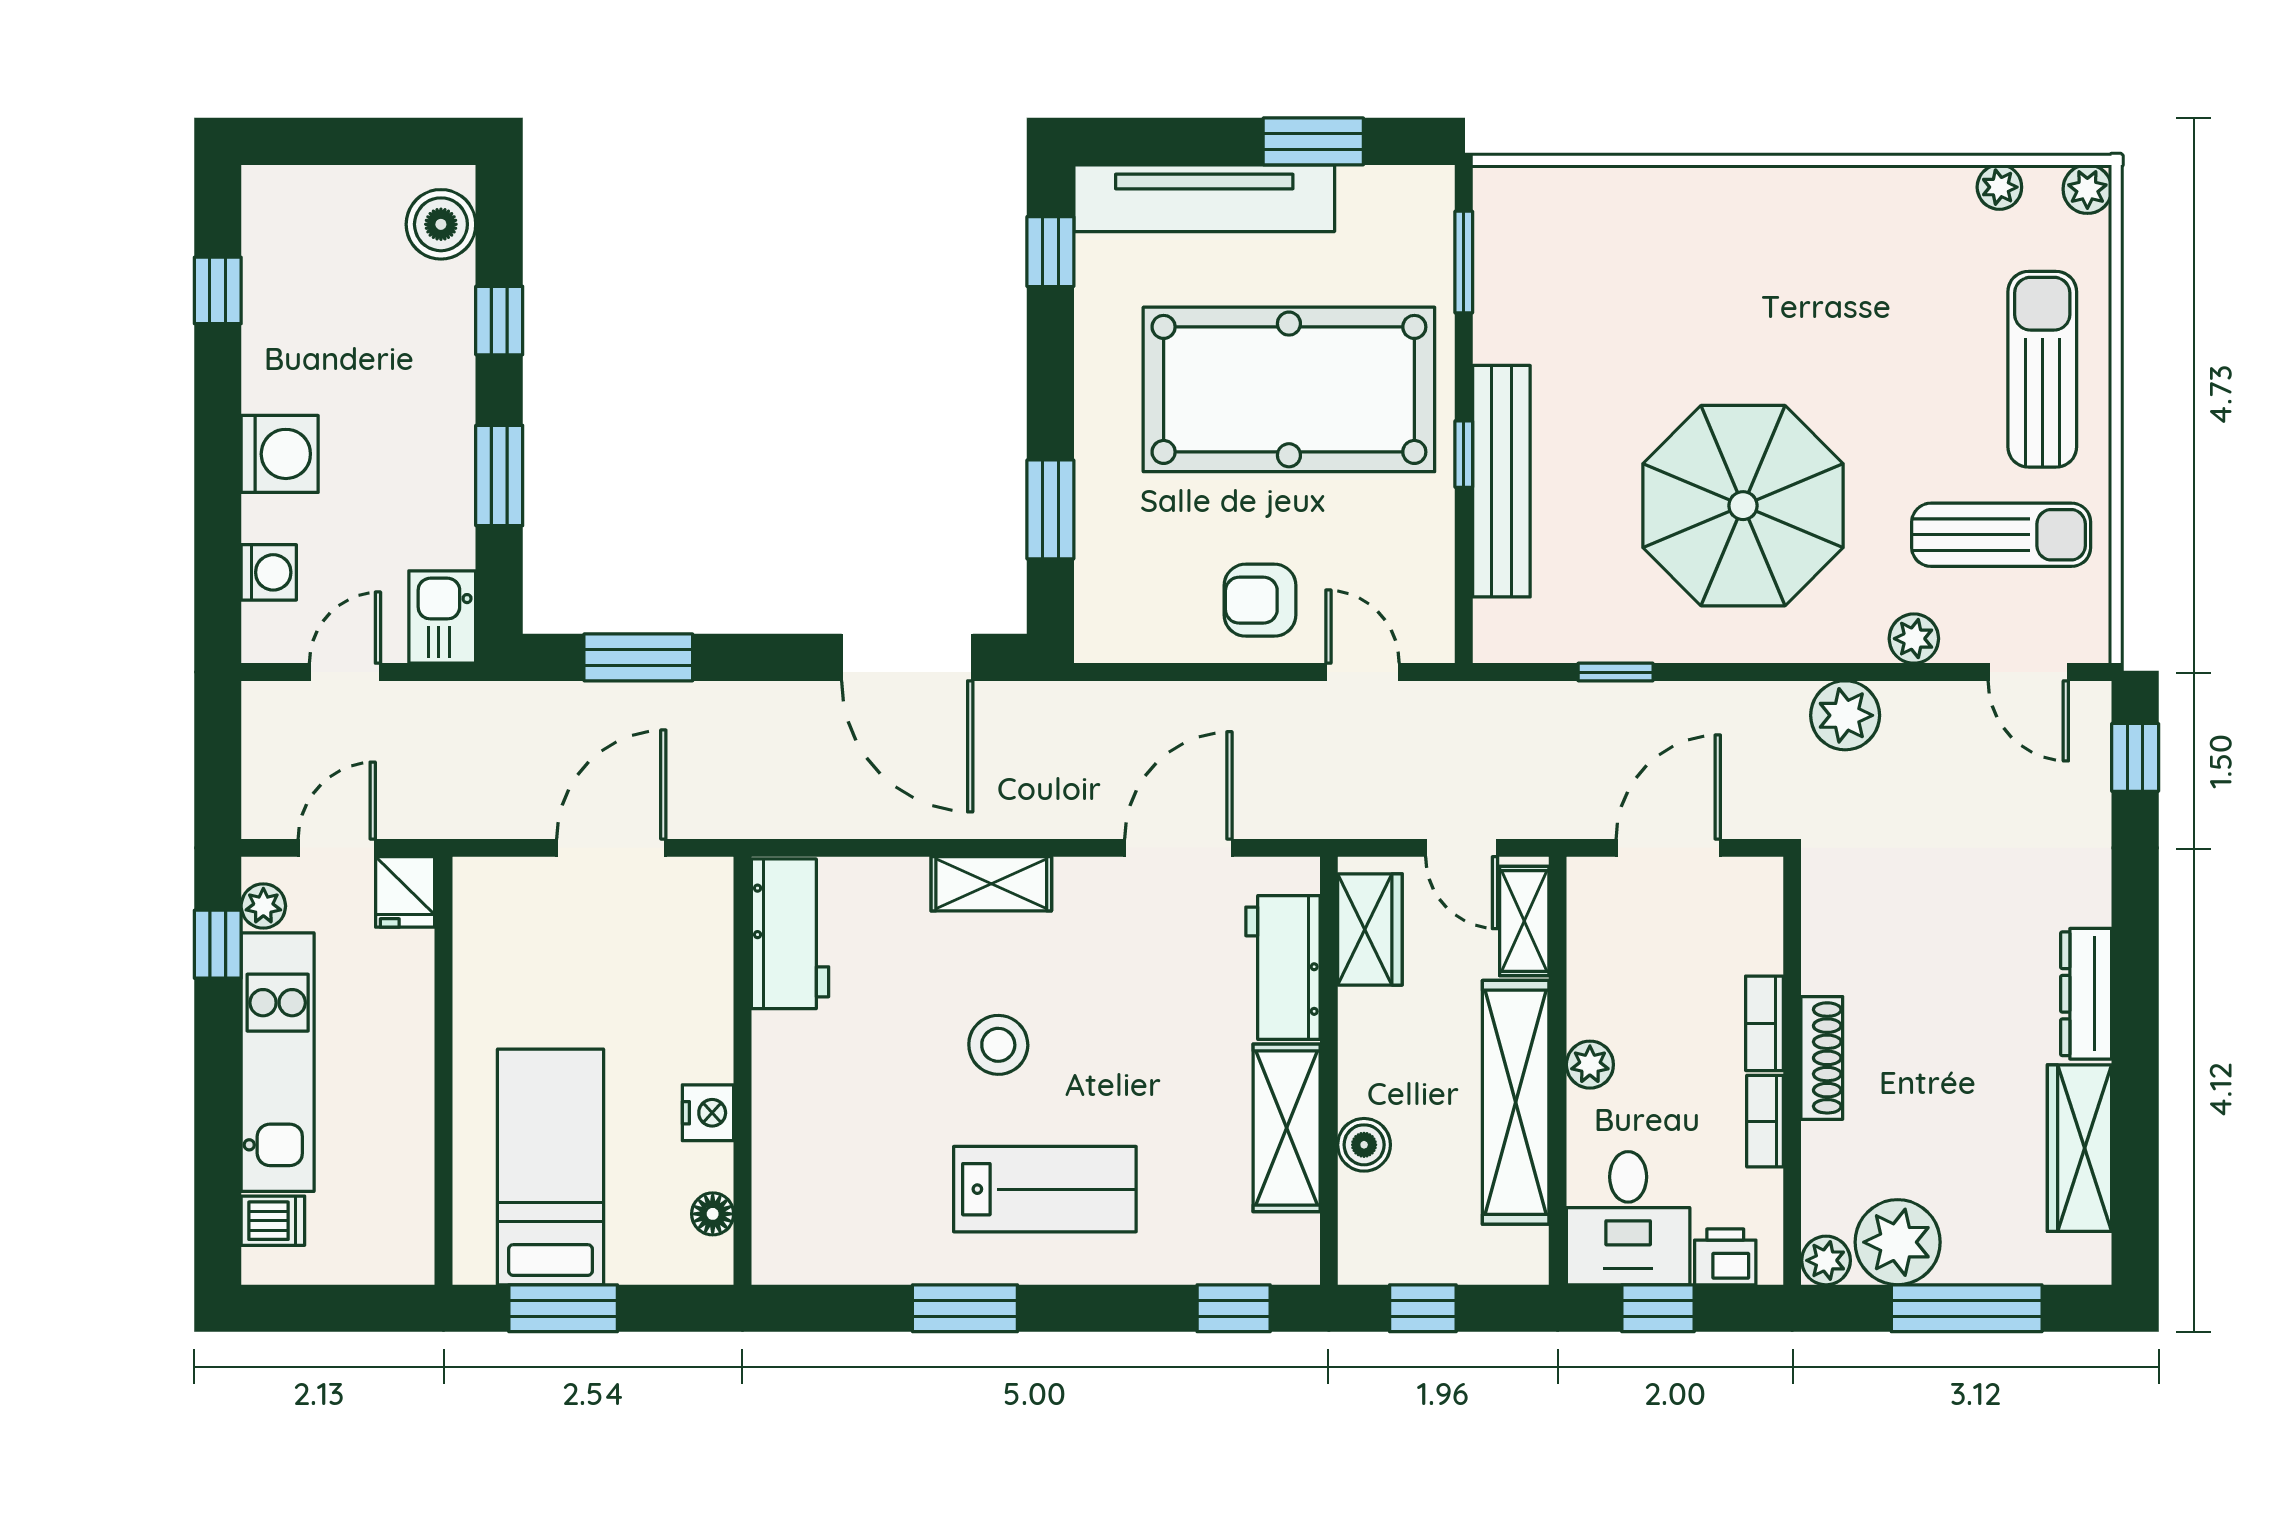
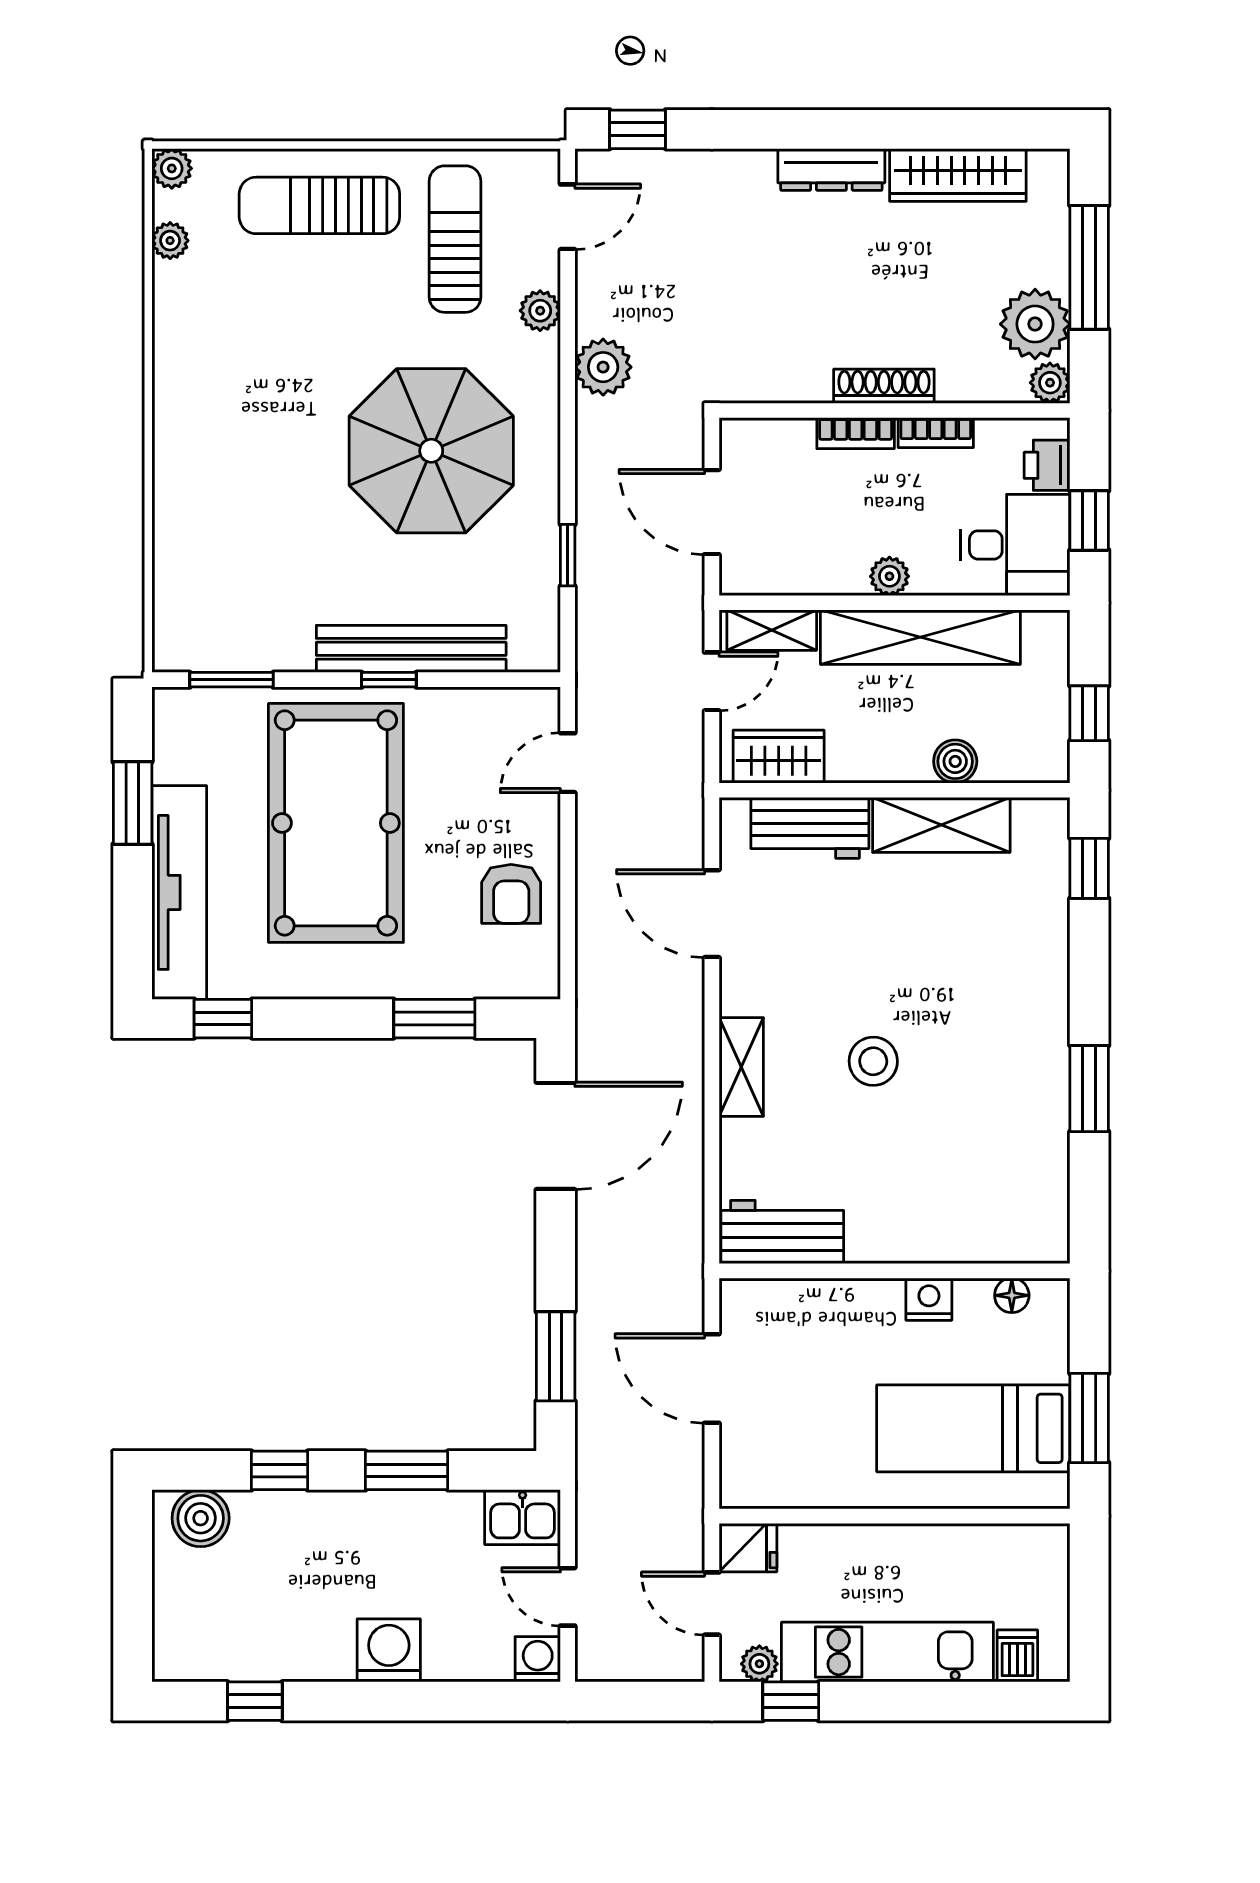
washing machine: (269, 572) -> (538, 1659), moved
armchair: (1260, 600) -> (511, 894), moved
lab bench: (1045, 1189) -> (992, 1023), removed

